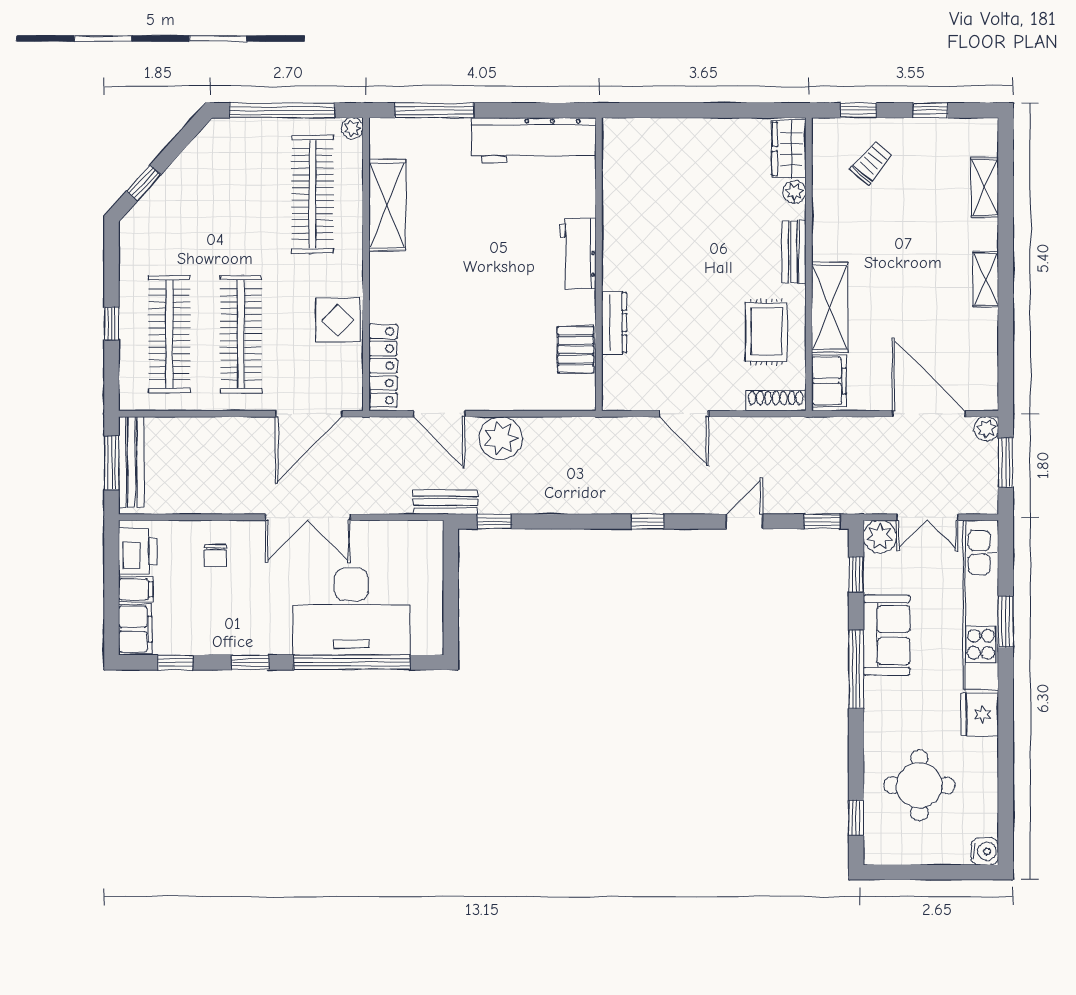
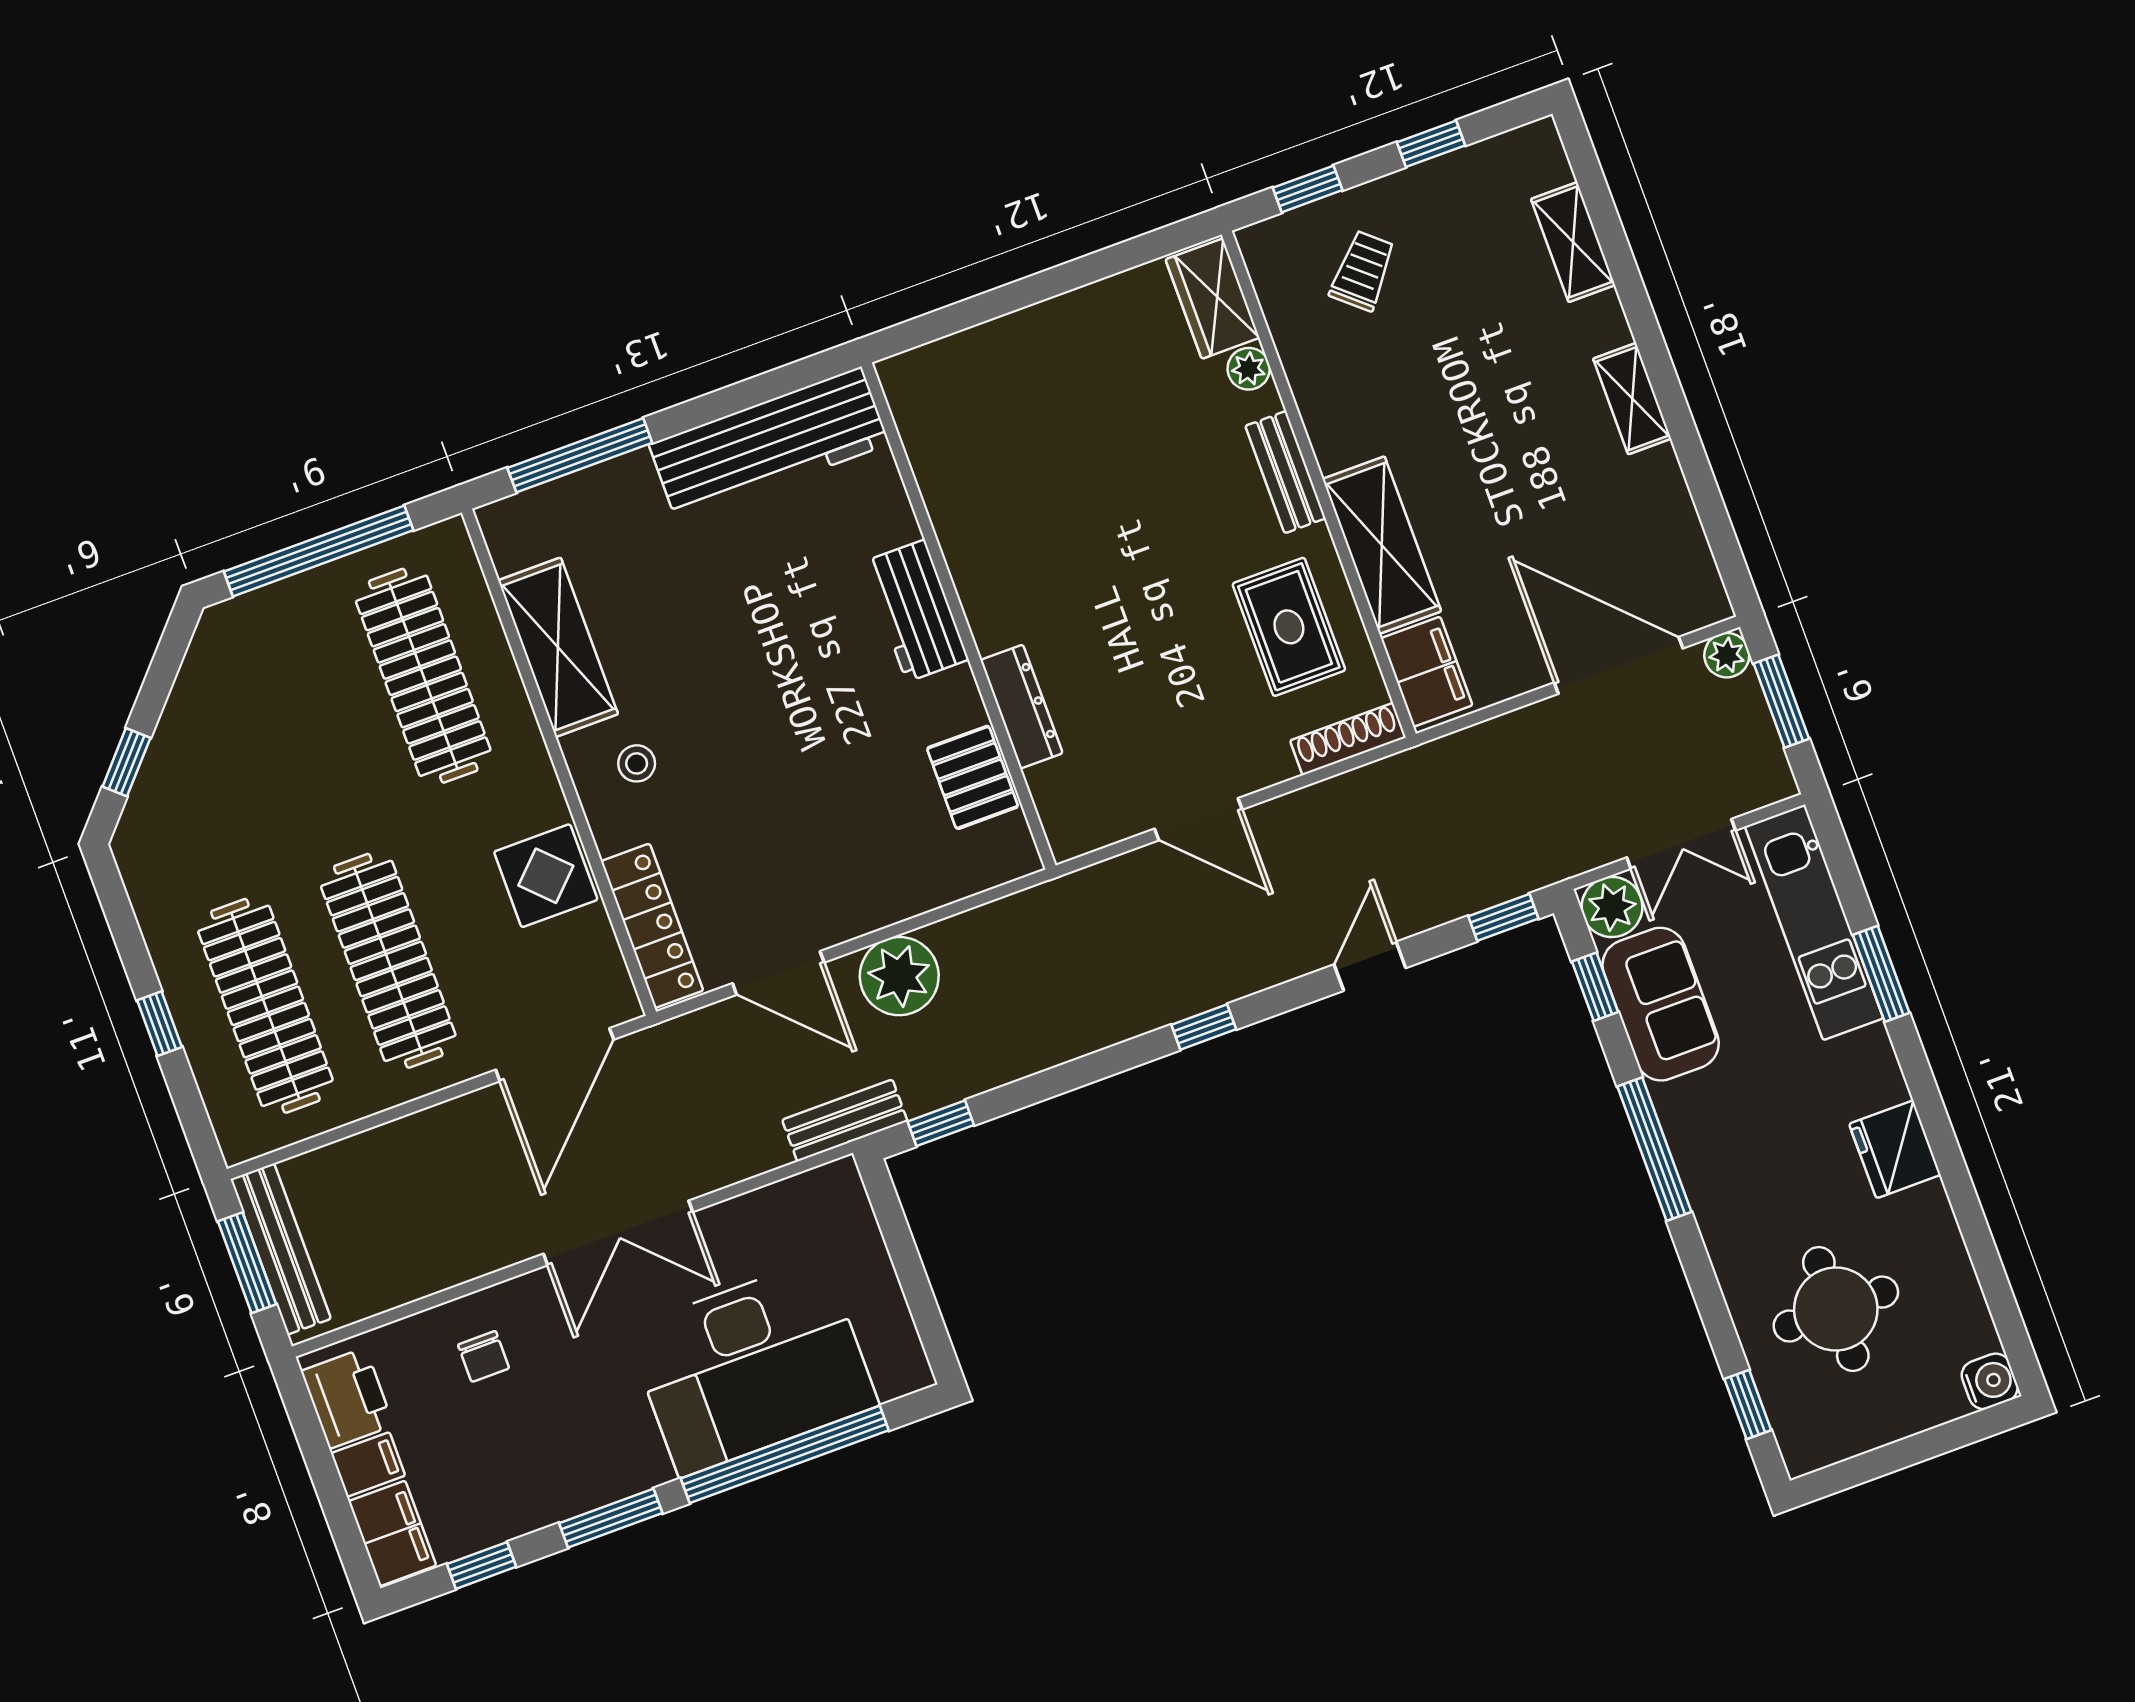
plant: (352, 128) -> (450, 538), removed
stool: (406, 279) -> (637, 763), added
kitchen unit: (981, 605) -> (1814, 922), width x0.73
sofa: (887, 635) -> (1661, 1004), moved
window: (250, 662) -> (611, 1518), width x1.50

